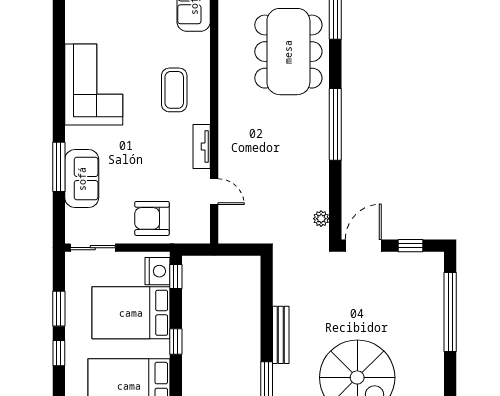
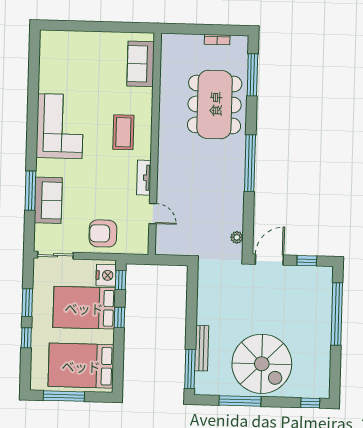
bench: (281, 335) -> (202, 348), moved
window: (176, 341) -> (119, 318), moved

